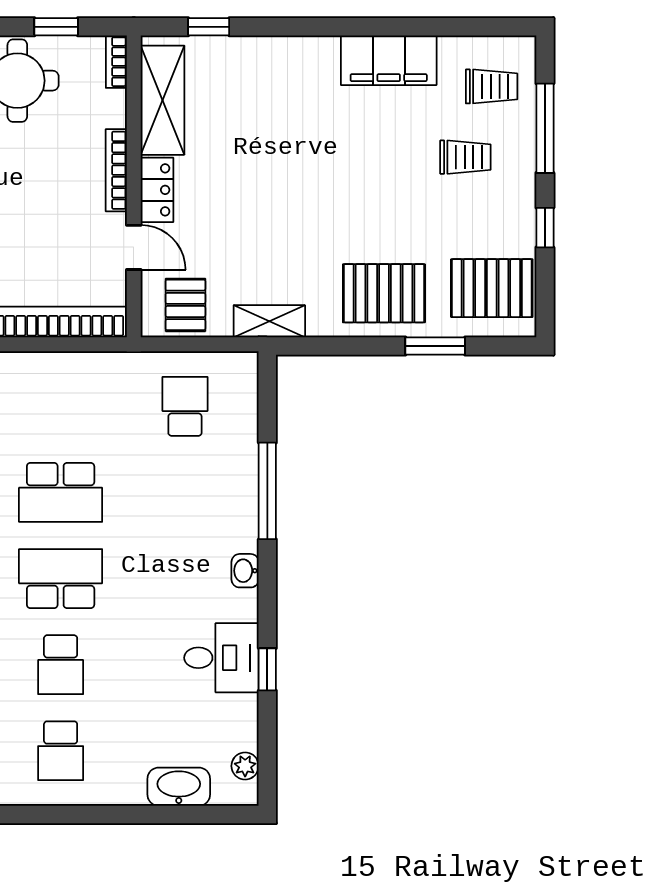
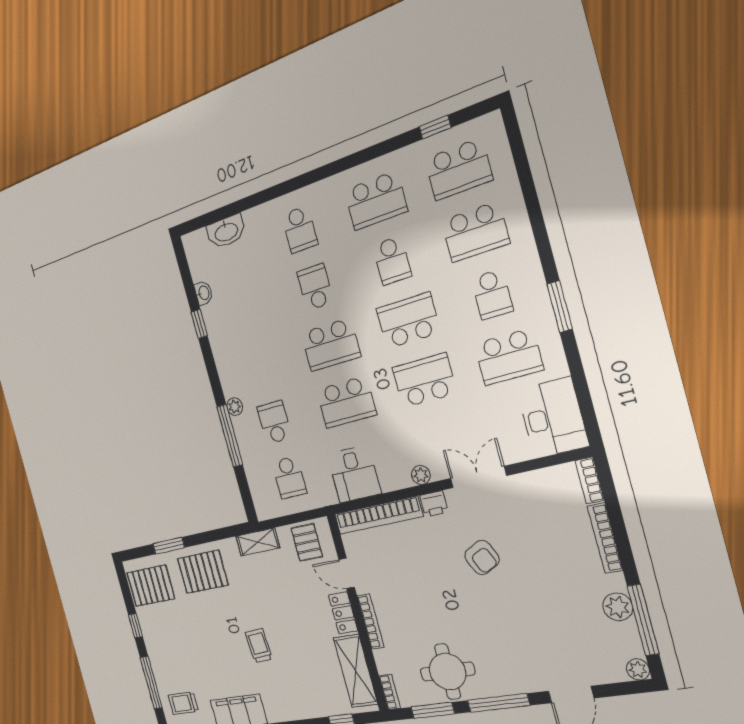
window: (56, 27) -> (433, 710), width x1.50
trolley: (465, 157) -> (259, 646), moved, turned 86
school desk: (61, 492) -> (346, 402), turned 180
school desk: (185, 492) -> (274, 422), added
washbasin: (245, 571) -> (204, 293), moved
desk: (221, 658) -> (354, 474), moved, turned -90
school desk: (61, 751) -> (300, 229), turned 180
plant: (245, 766) -> (235, 407), moved

